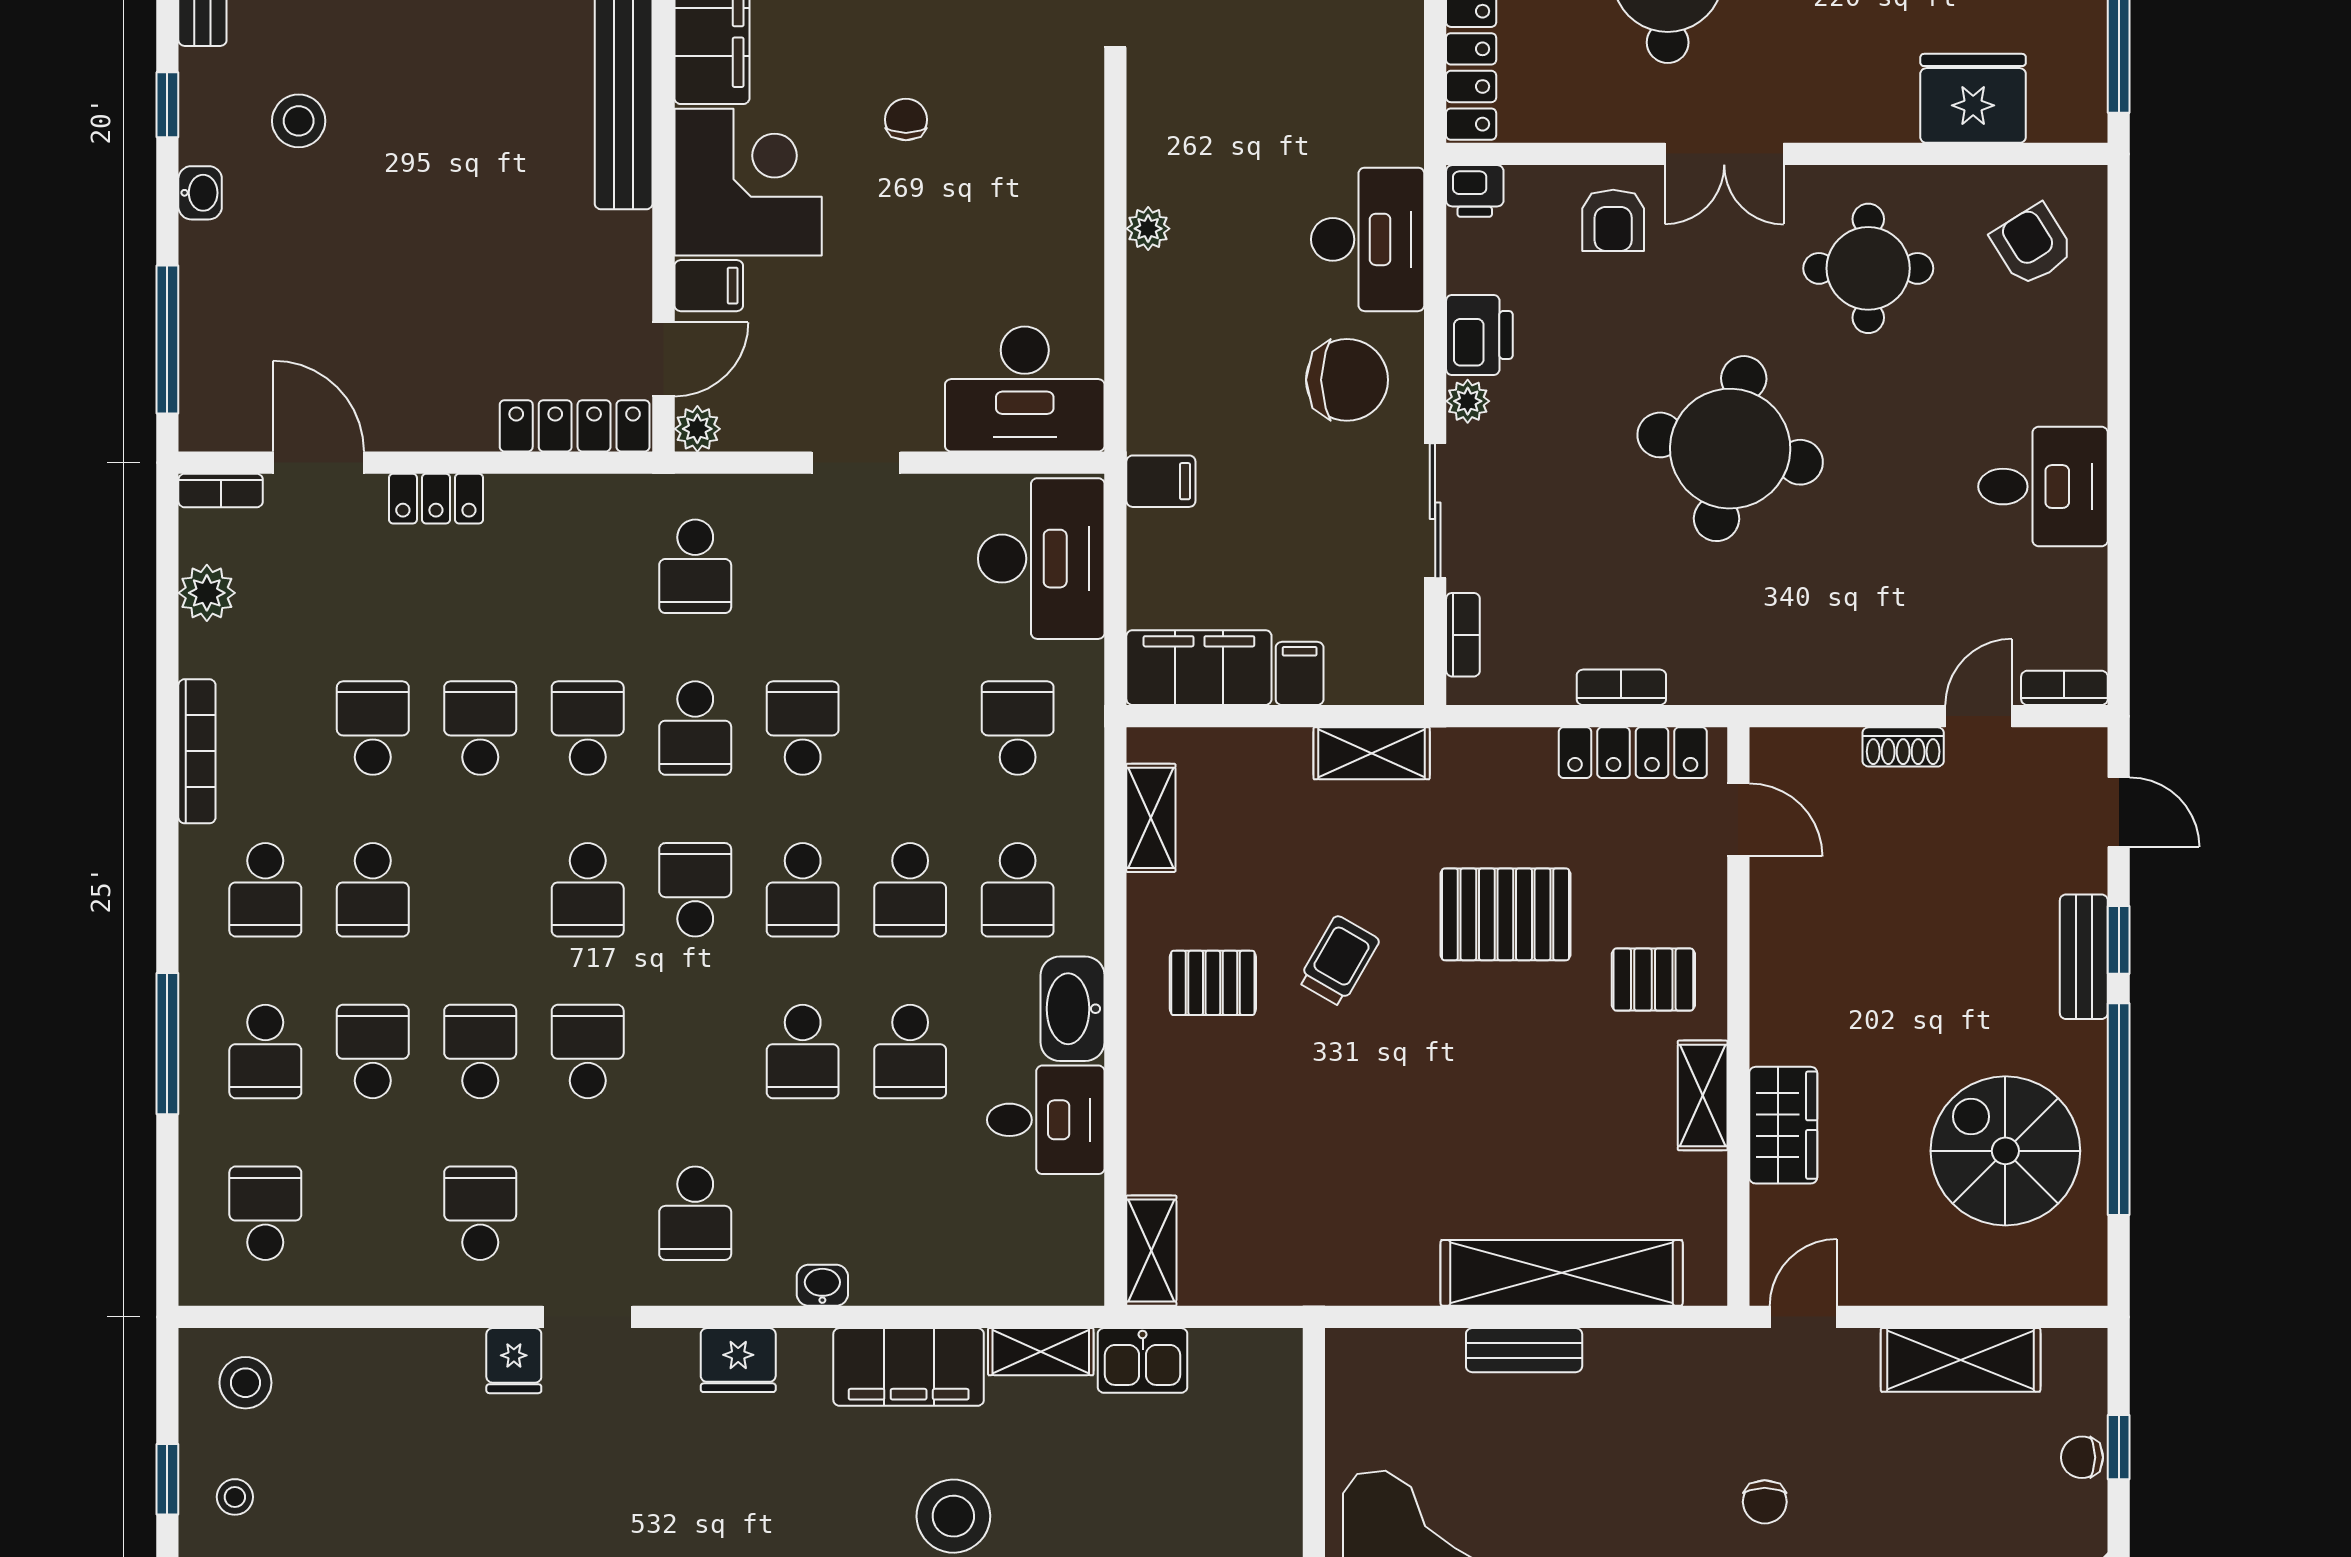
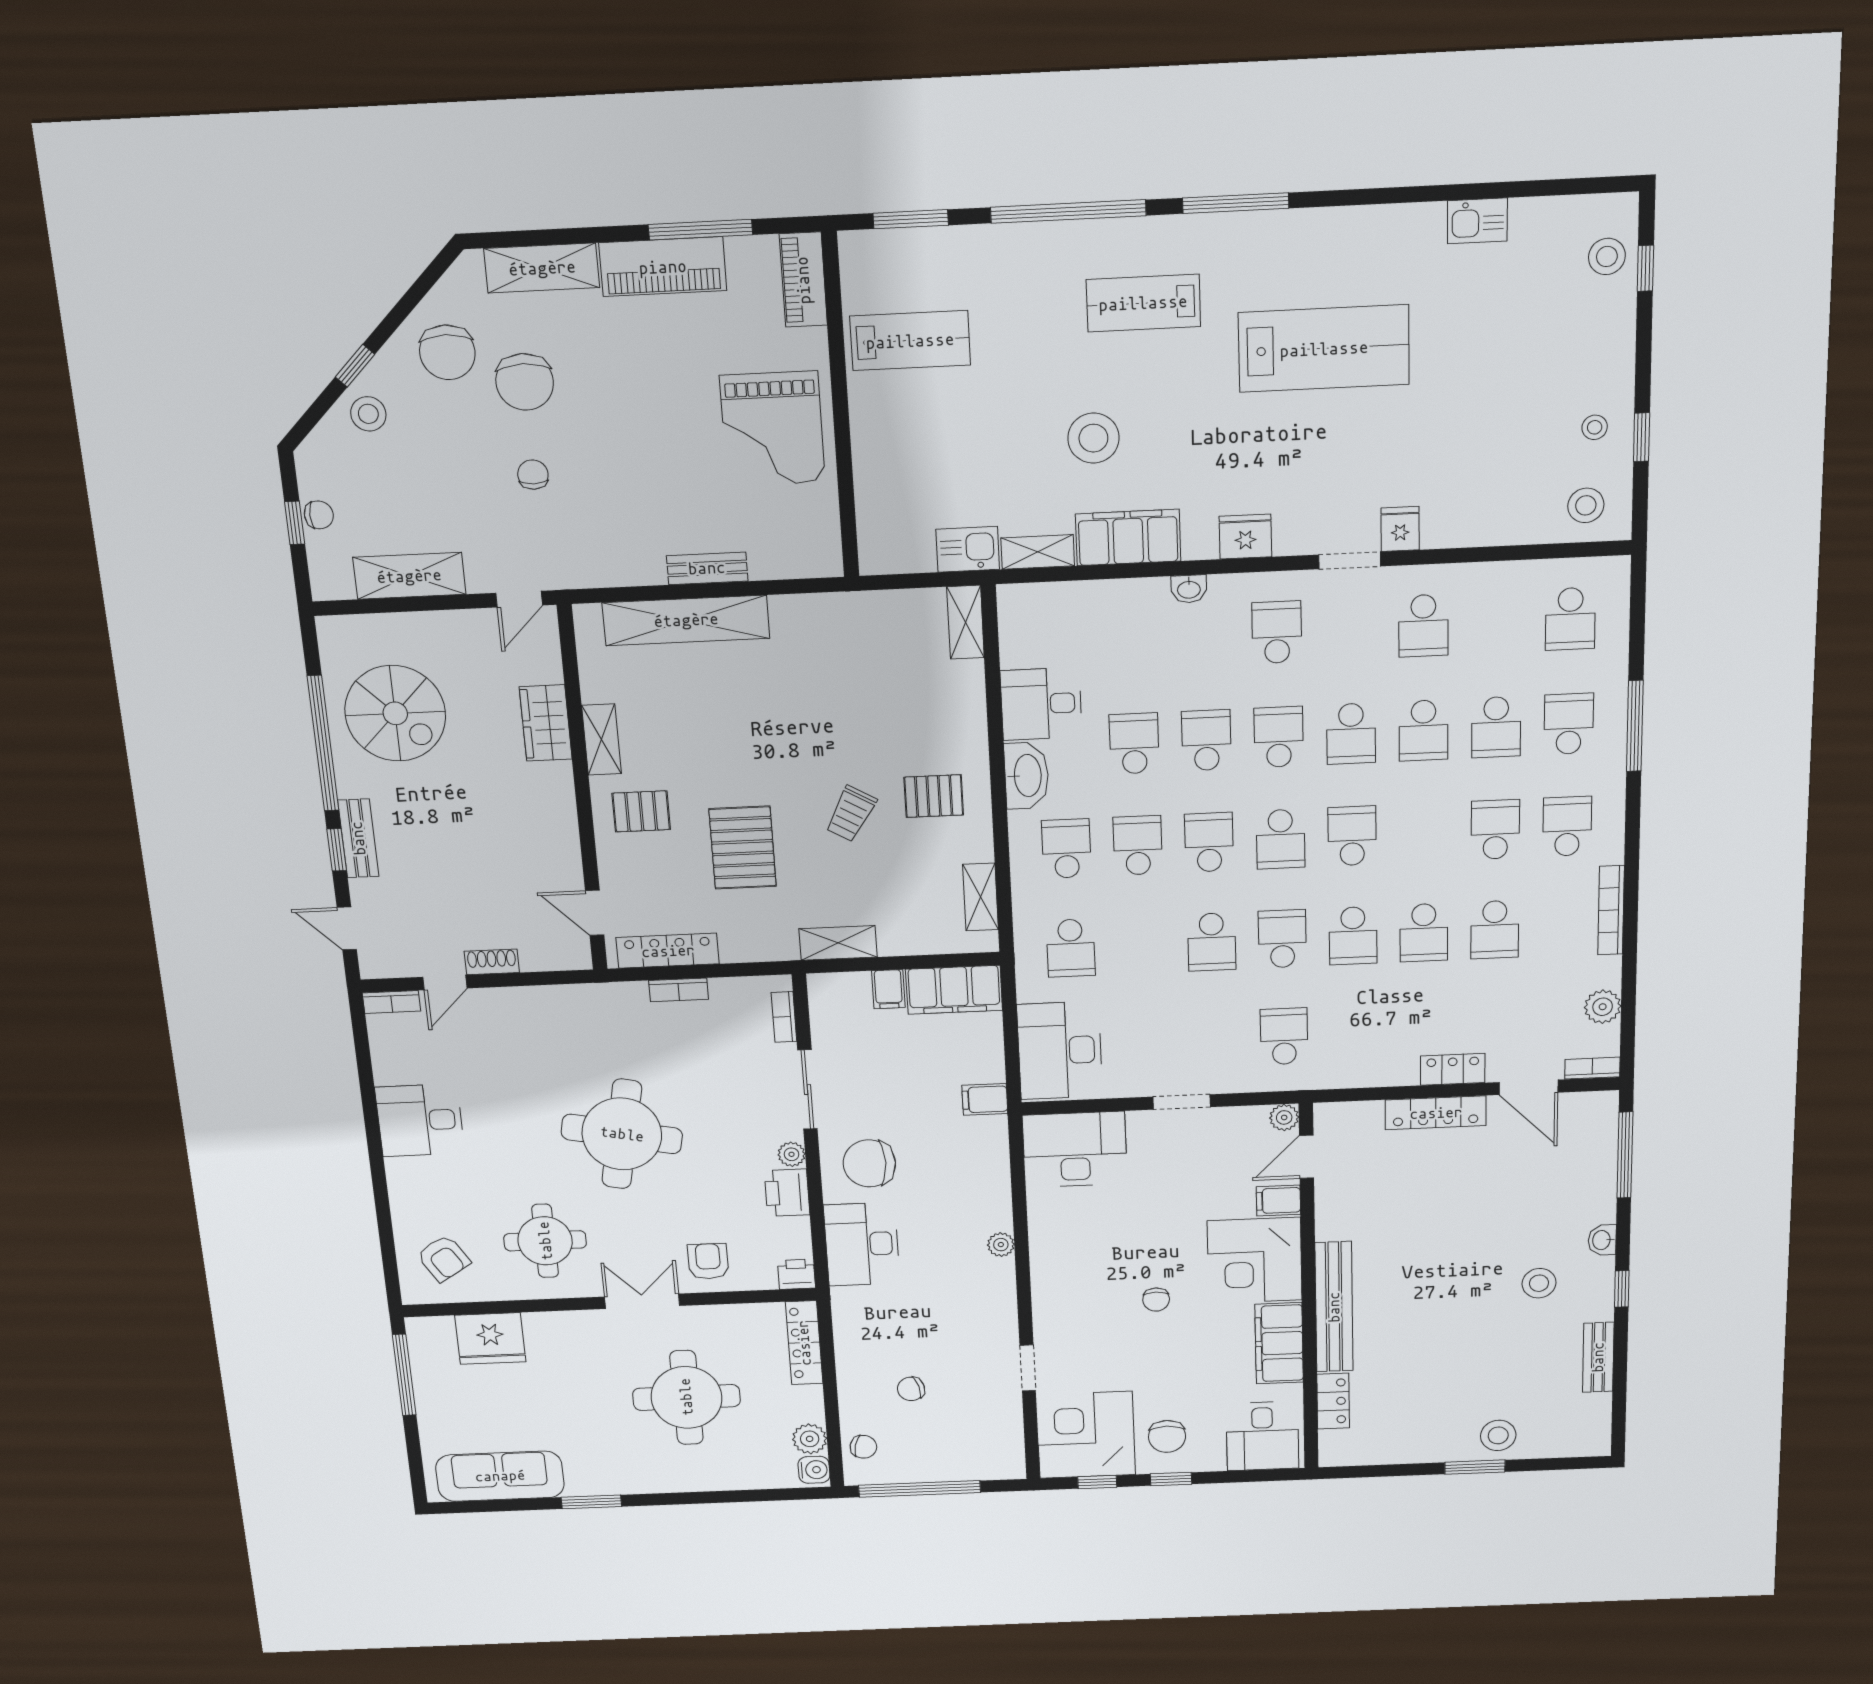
locker: (575, 426) -> (1436, 1113), moved
pallet: (1505, 914) -> (743, 848), turned 90
school desk: (695, 1052) -> (1279, 737), added

